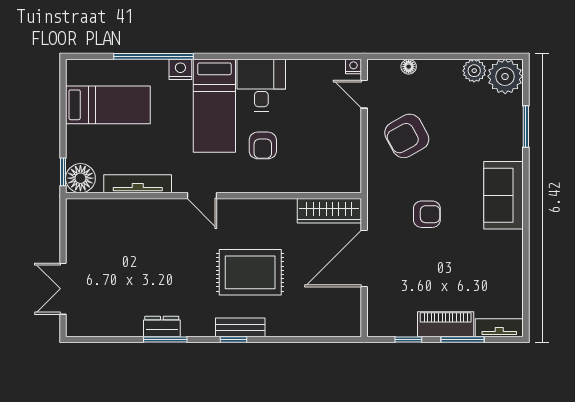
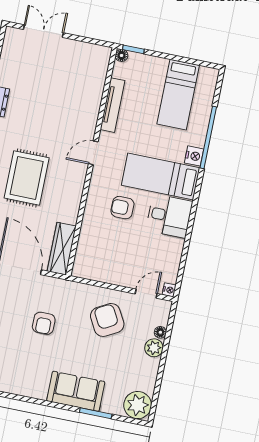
plant: (474, 71) -> (154, 348), moved
floor lamp: (80, 178) -> (122, 55), width x0.53, depth x0.53
sofa: (504, 195) -> (76, 391), moved

